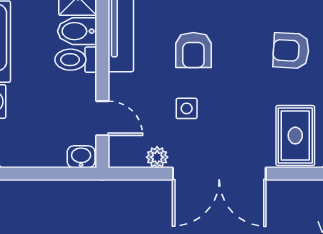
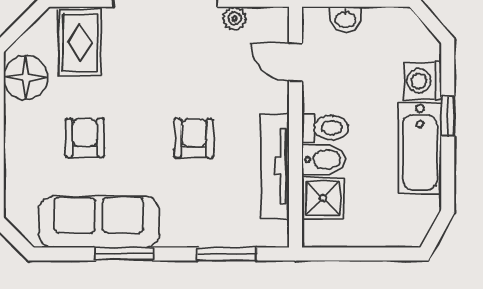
armchair: (291, 51) -> (85, 138), turned -93
side table: (187, 108) -> (201, 73), removed
washbasin: (81, 157) -> (345, 19), moved

